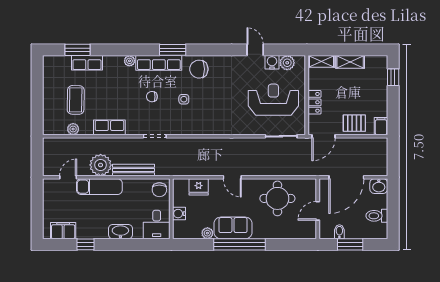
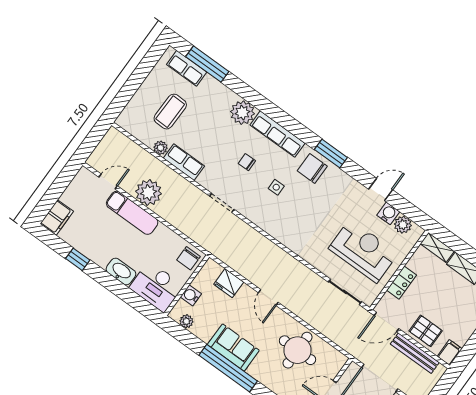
window: (78, 50) -> (207, 64), width x1.44
window: (173, 50) -> (331, 154), moved
door: (255, 50) -> (381, 189), hinge flipped
plant: (129, 61) -> (242, 113), width x1.87, depth x1.87
row of seats: (87, 63) -> (187, 68), moved
plant: (73, 129) -> (161, 148), moved
bench: (133, 170) -> (415, 353), moved
desk: (157, 225) -> (156, 287), width x1.37
filing cabinet: (63, 231) -> (57, 217), moved, turned 90
plant: (207, 233) -> (186, 321), moved

